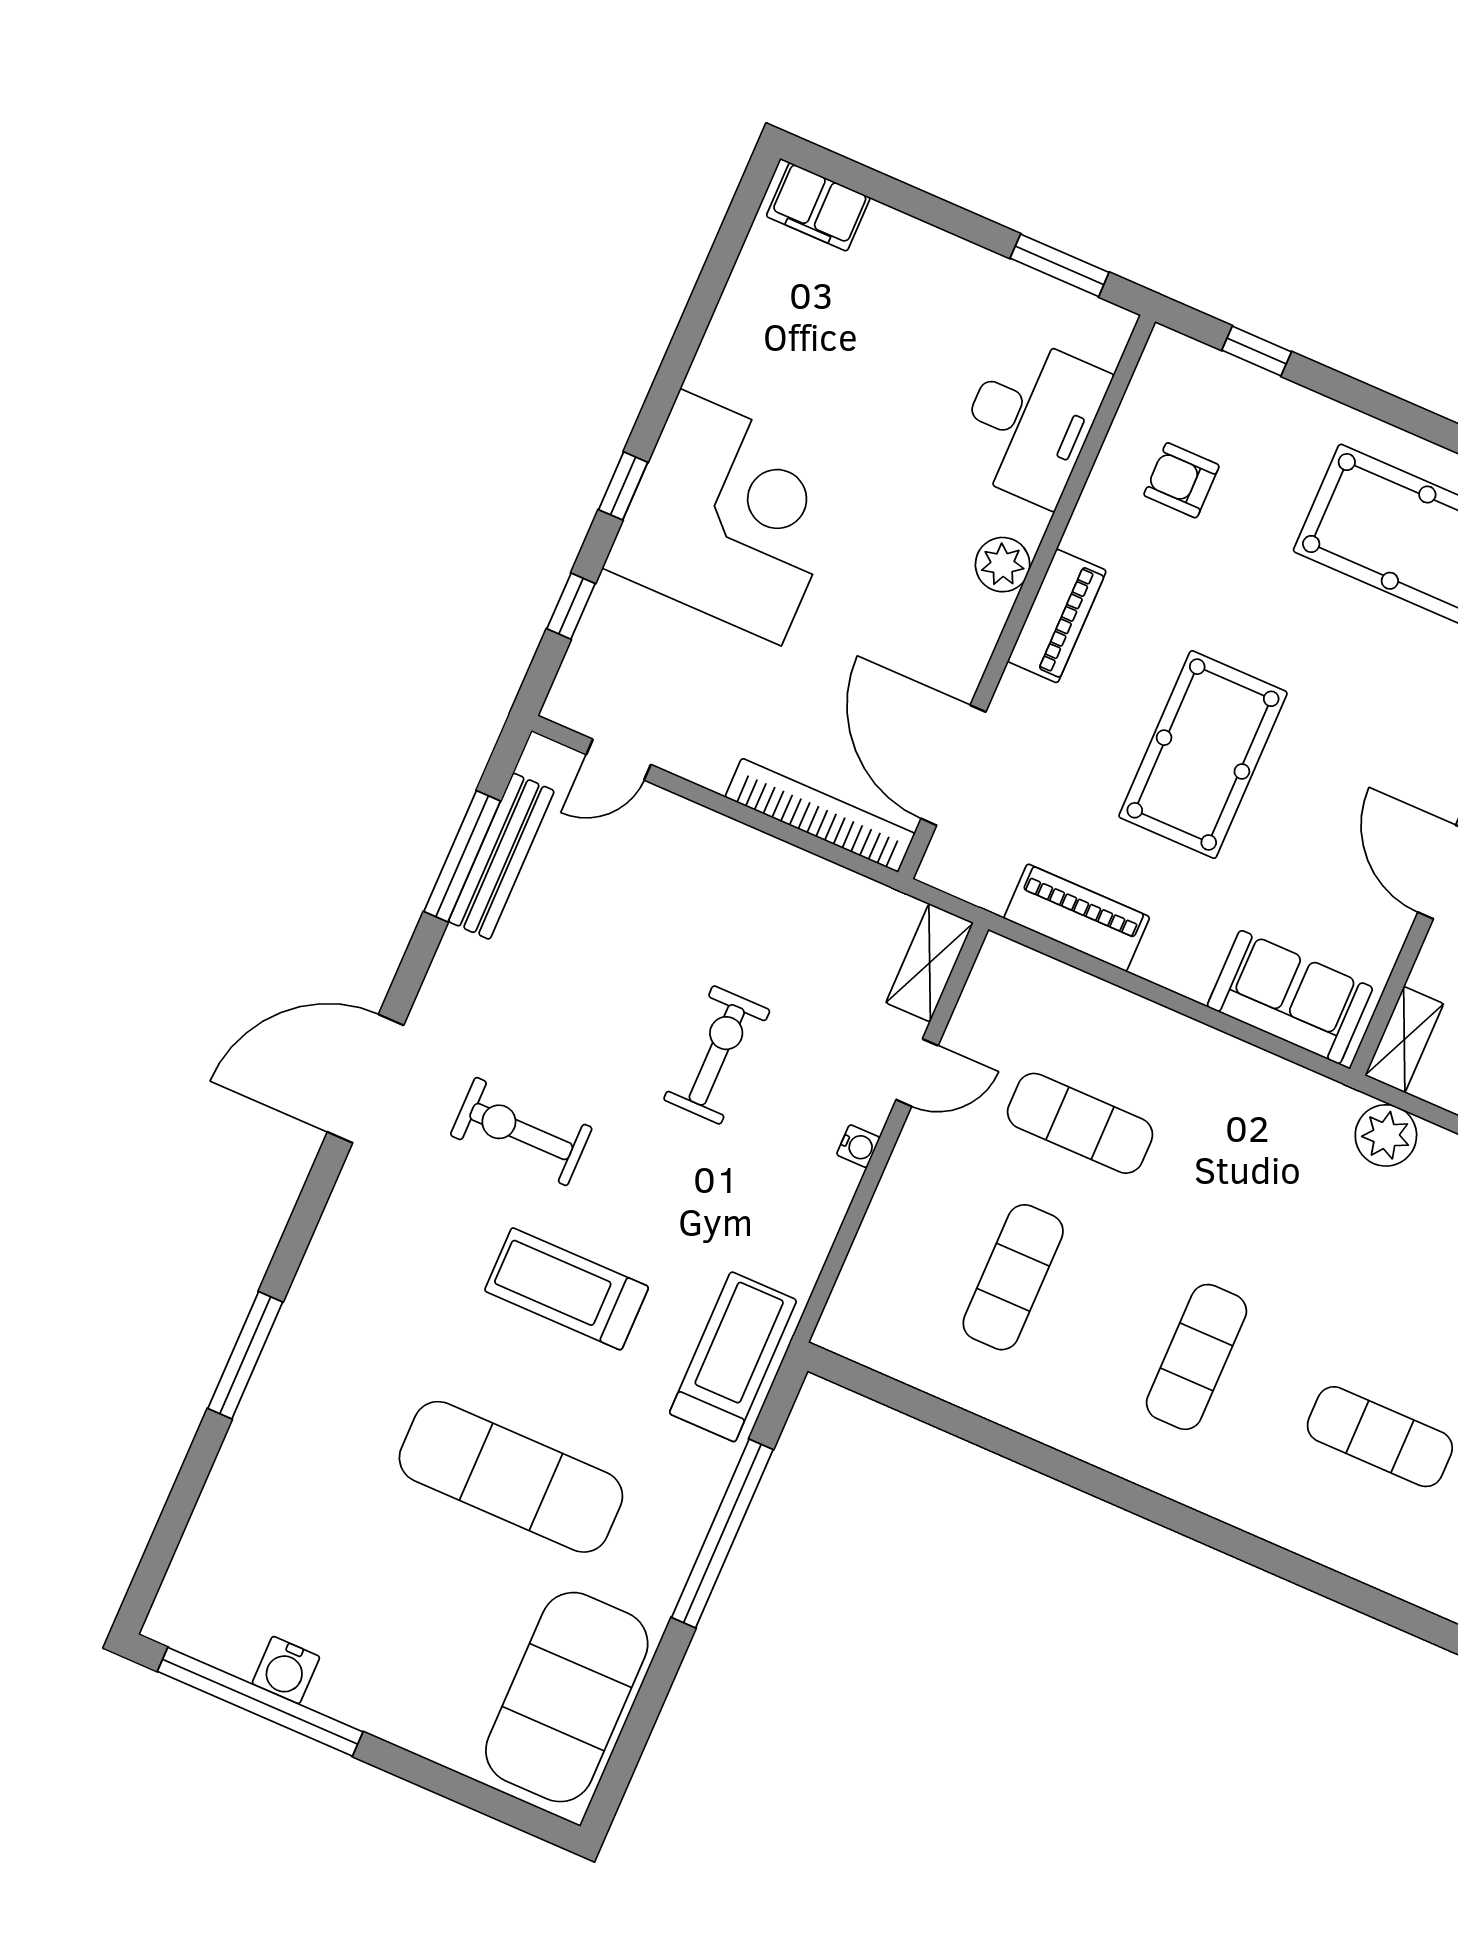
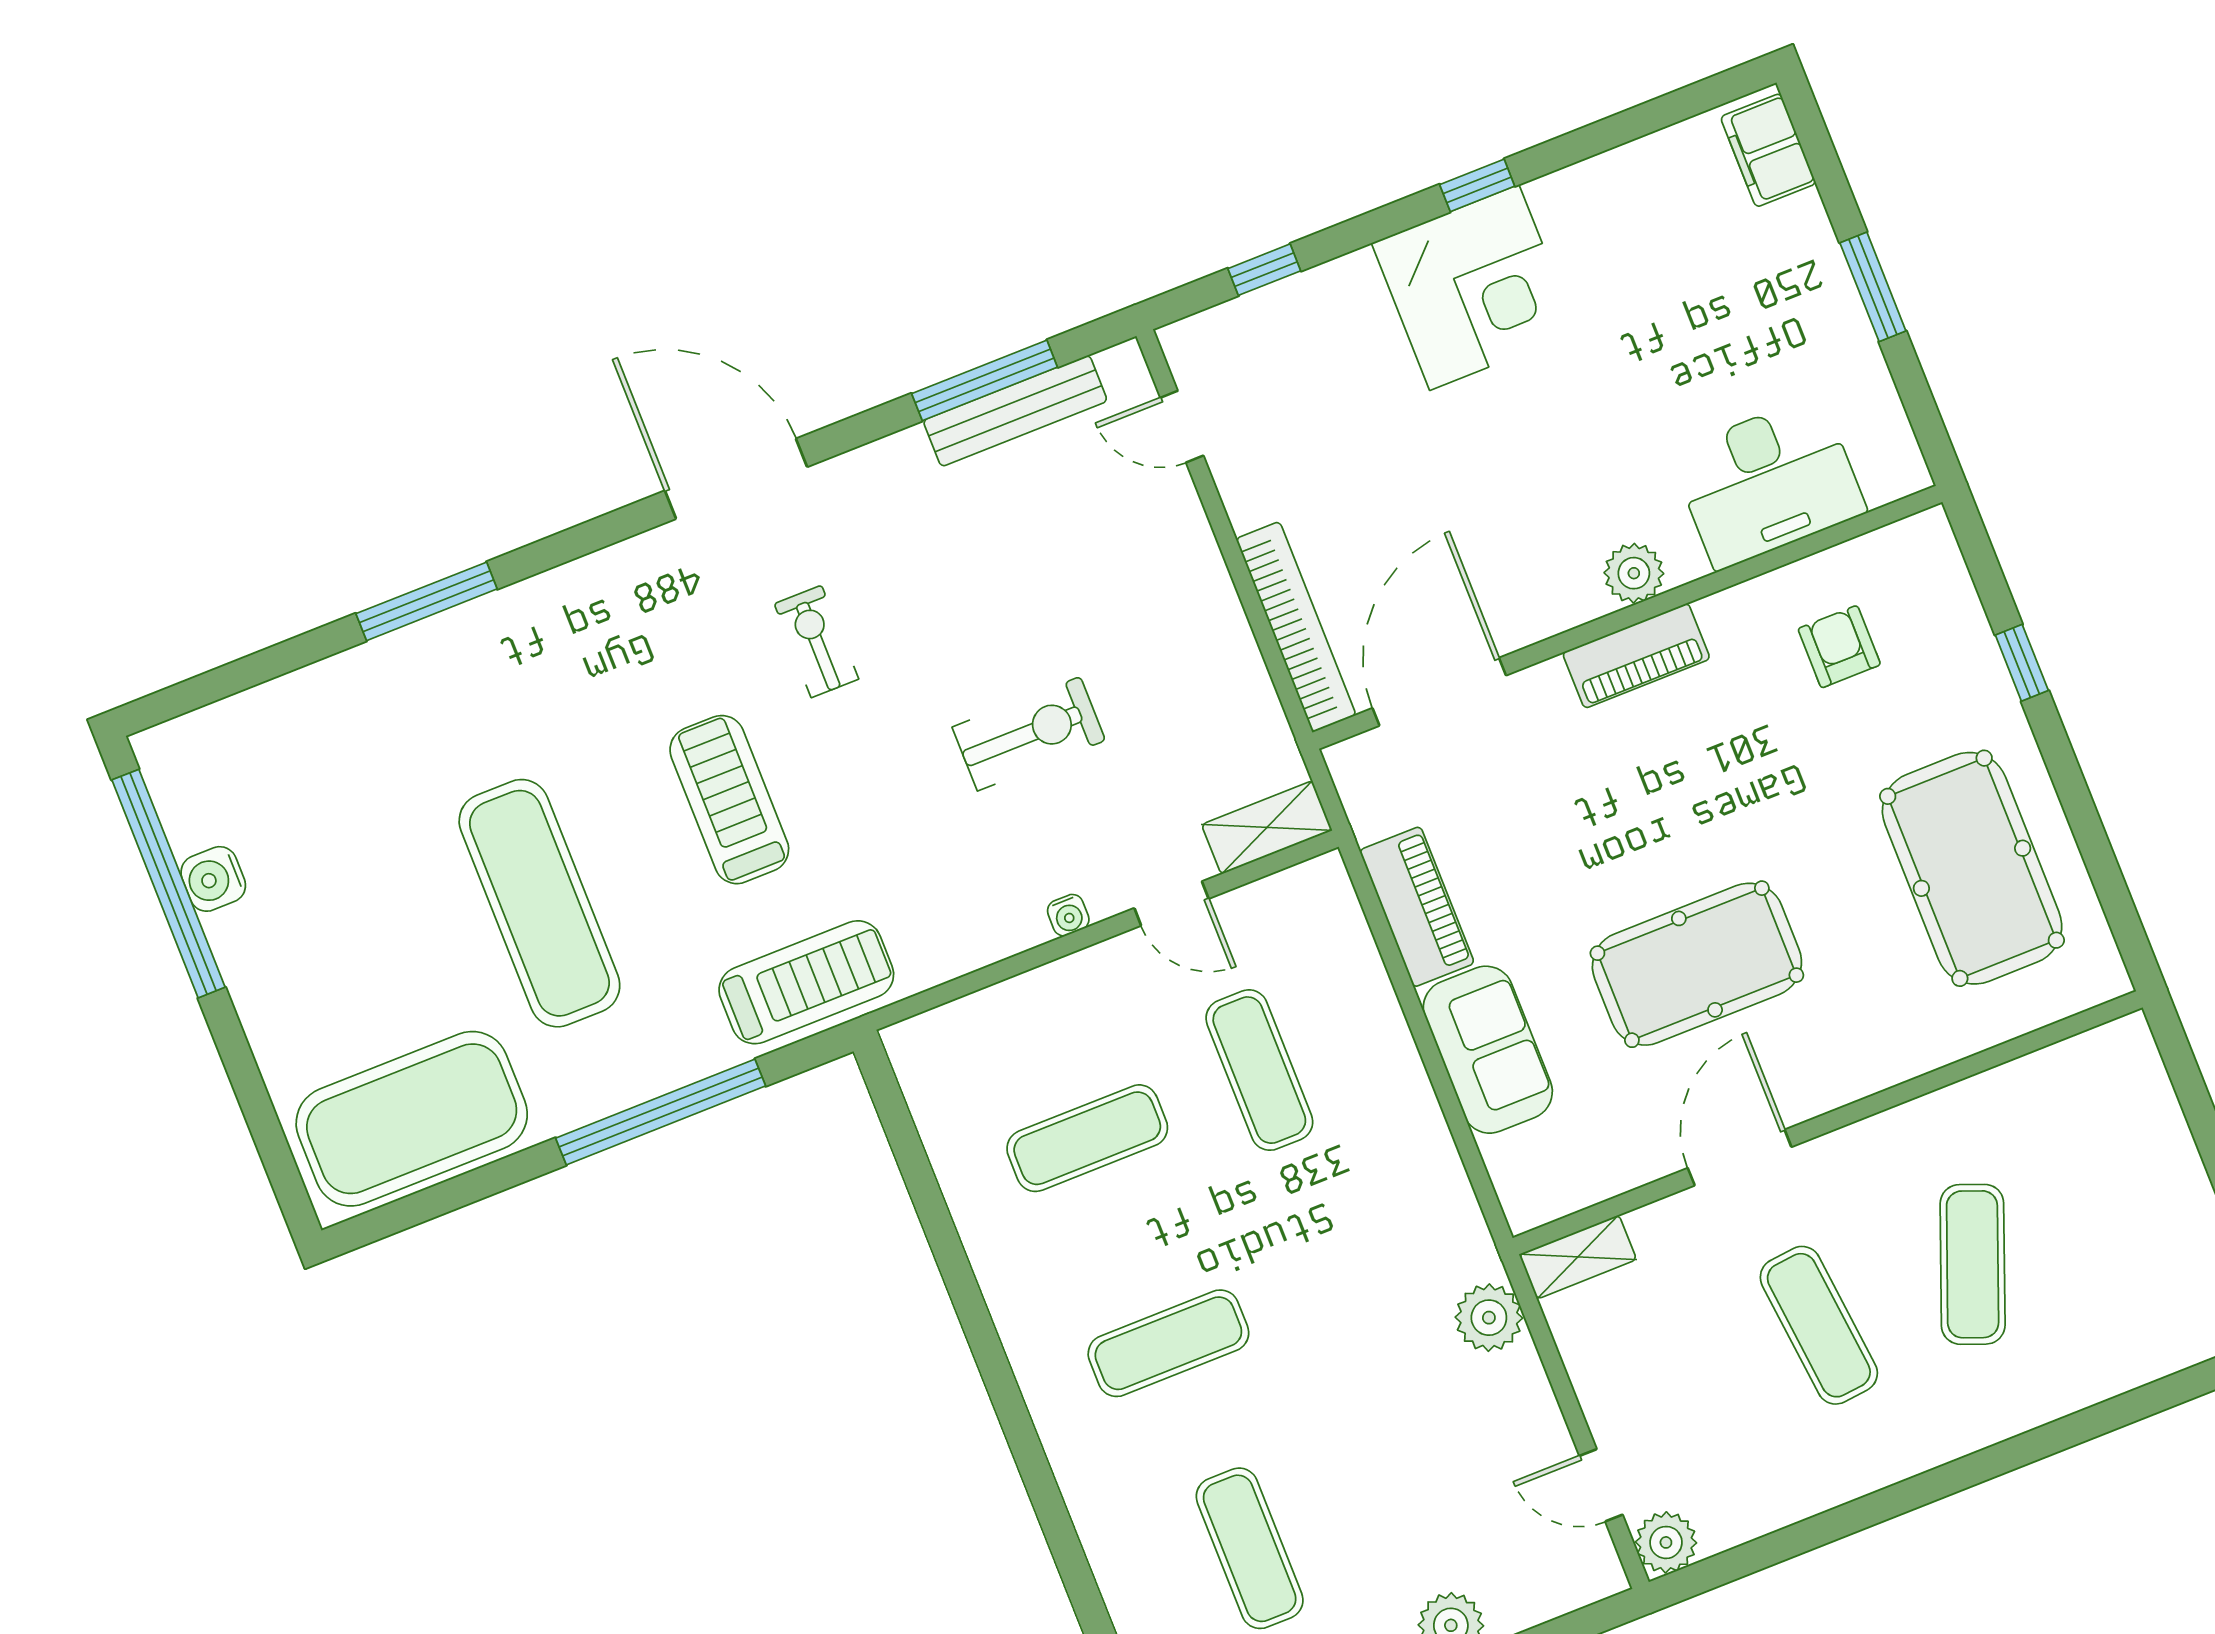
window: (1060, 265) -> (1873, 287), moved
window: (1257, 351) -> (2022, 663), moved
window: (623, 486) -> (1477, 185), moved
corner desk: (731, 517) -> (1474, 287), width x0.74, depth x0.74
pool table: (1203, 755) -> (1697, 964), moved
sofa: (1290, 997) -> (1488, 1050), moved
exercise bike: (521, 1132) -> (816, 641), width x0.73, depth x0.72

